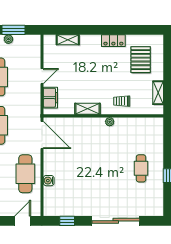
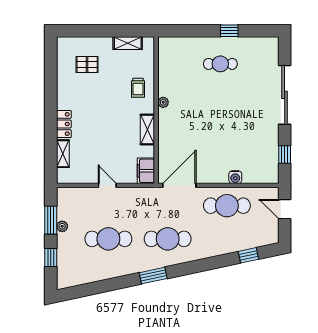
locker: (113, 41) -> (64, 124), moved
pallet: (141, 60) -> (87, 64), width x0.67, depth x0.71
filing cabinet: (50, 98) -> (146, 171), moved, turned -90

